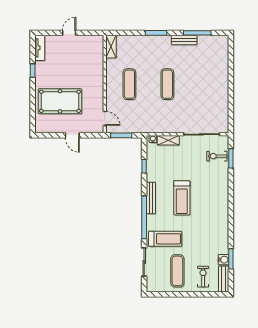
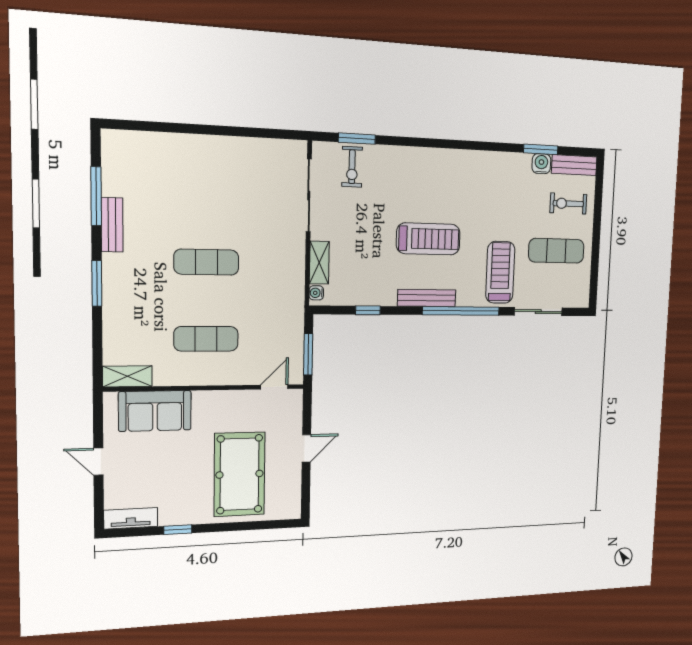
sofa: (94, 60) -> (155, 411), added

